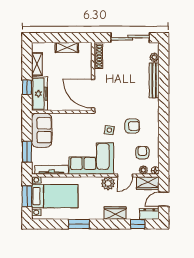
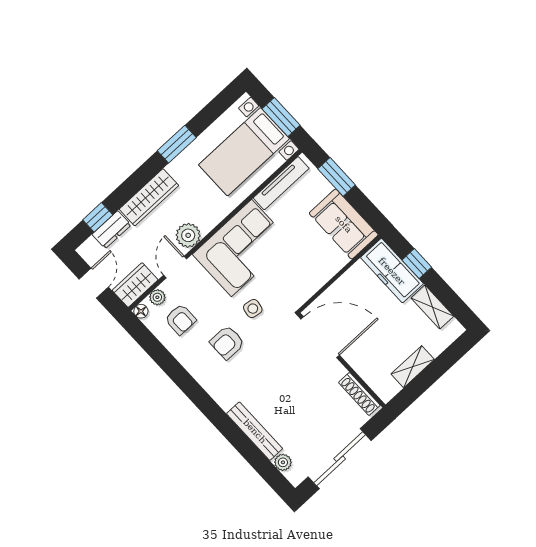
wardrobe: (115, 213) -> (149, 197), width x1.50
dresser: (149, 214) -> (112, 230), moved

